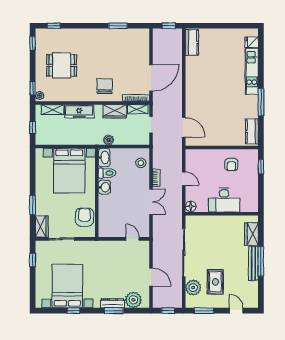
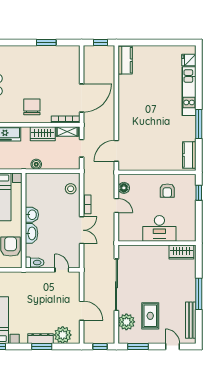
door: (184, 127) -> (116, 151), swing flipped
washbasin: (104, 158) -> (32, 233), moved
toilet: (107, 173) -> (35, 263), moved
floor lamp: (191, 206) -> (124, 188), moved
wardrobe: (252, 234) -> (181, 252), moved, turned -90
bench: (253, 263) -> (191, 320), moved

